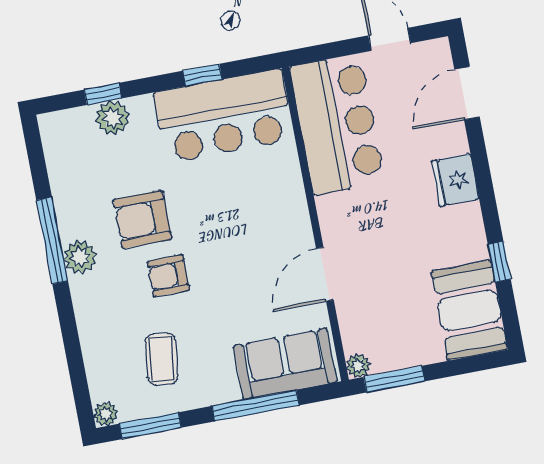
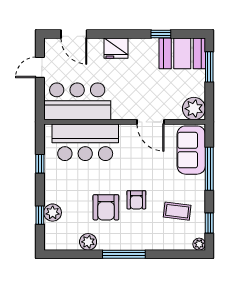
bar counter: (224, 116) -> (85, 142), moved, turned 90
window: (52, 241) -> (124, 254), moved
plant: (80, 257) -> (88, 242), moved
plant: (358, 366) -> (194, 109), width x1.88, depth x1.88
window: (394, 379) -> (209, 67), moved
window: (150, 426) -> (209, 223), width x0.67

